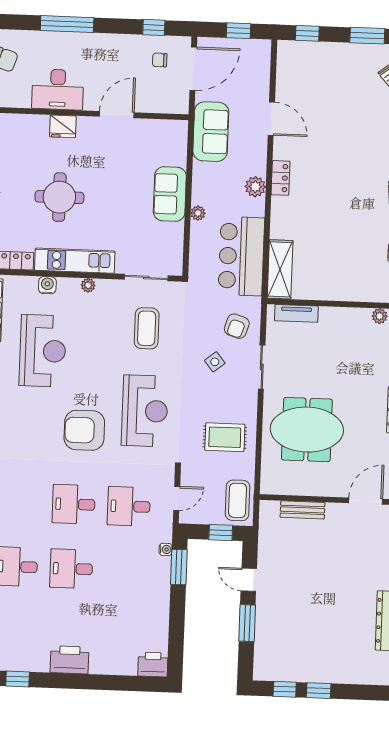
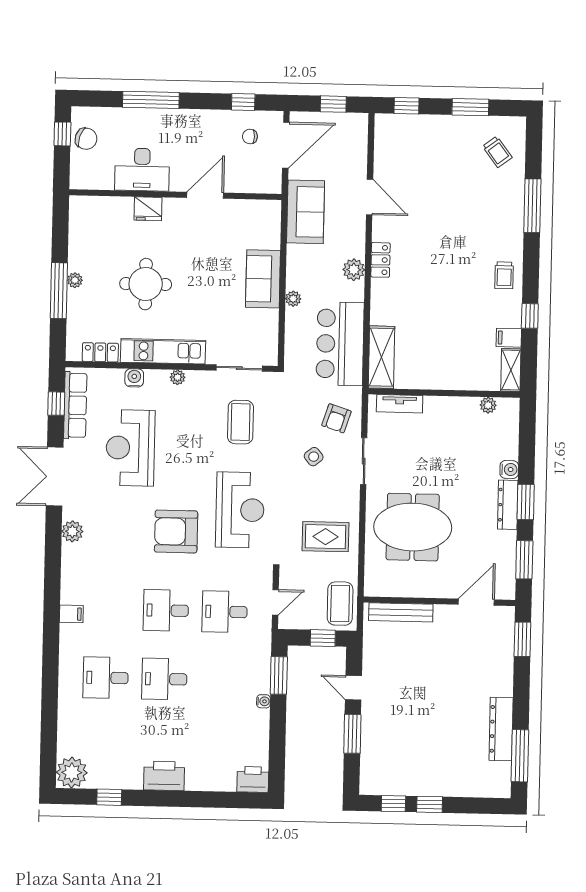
reception desk: (43, 351) -> (130, 448), turned 180
bench: (303, 510) -> (401, 612), width x1.36
water cooler: (166, 549) -> (263, 701), moved

